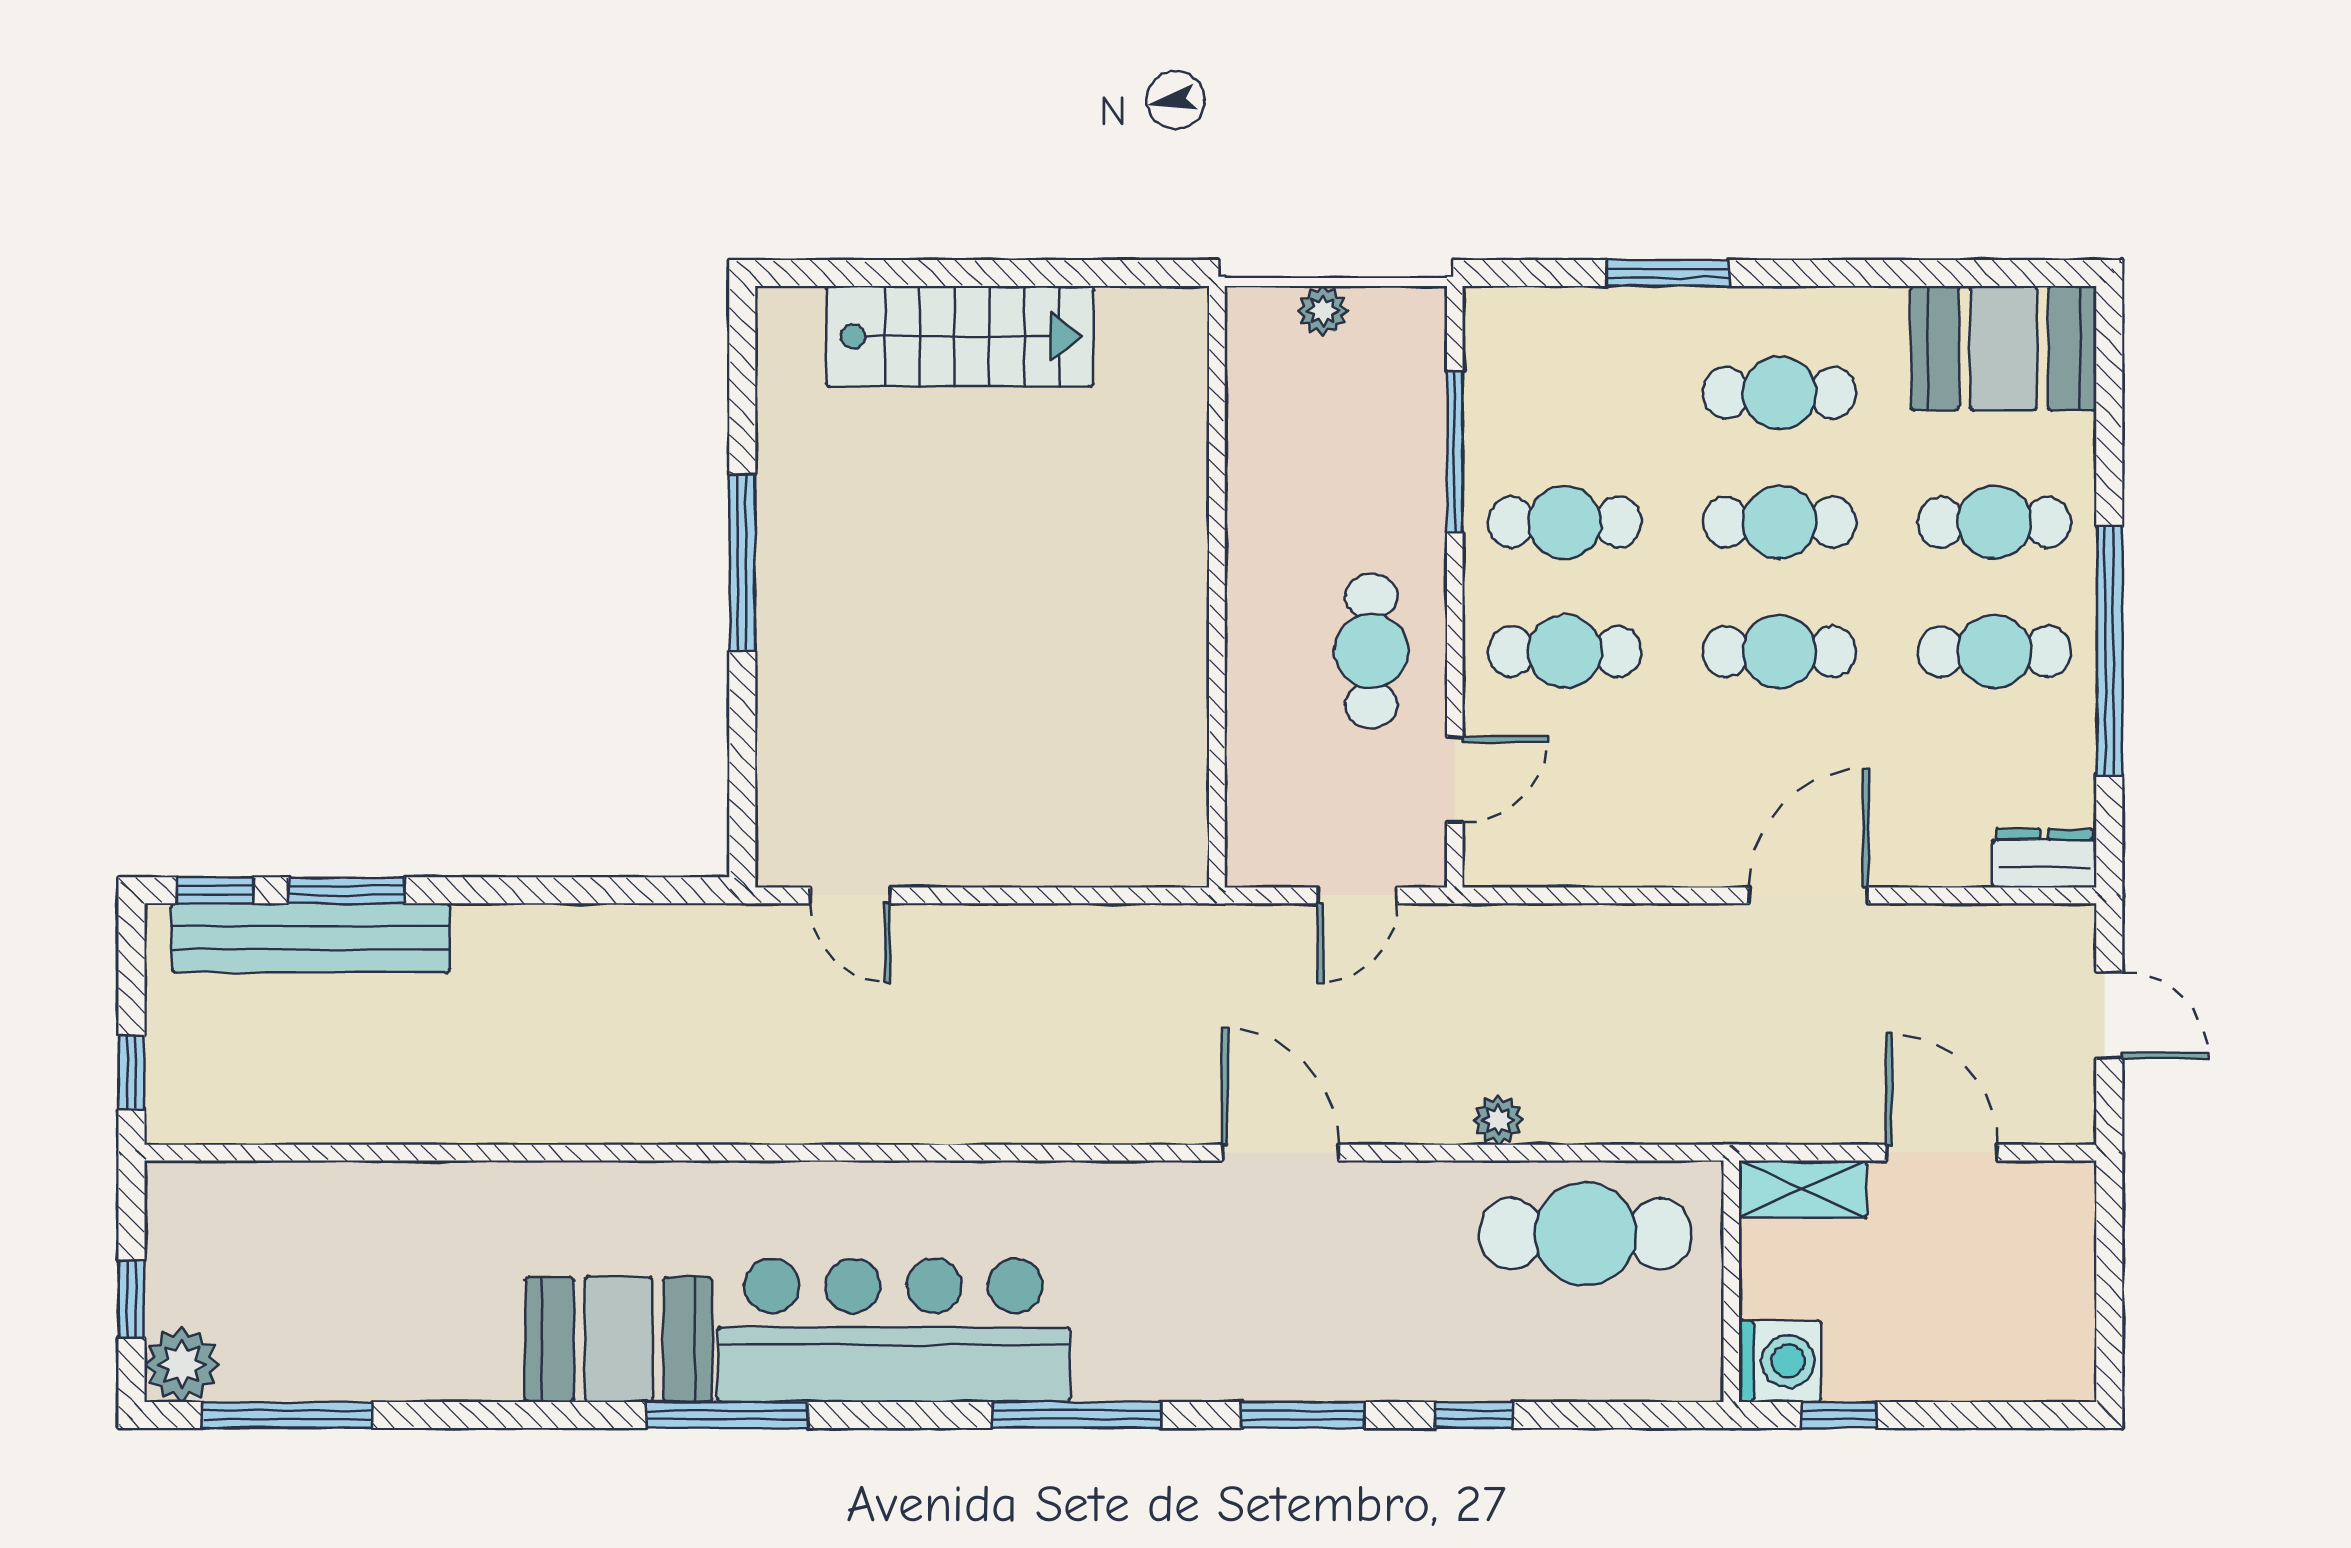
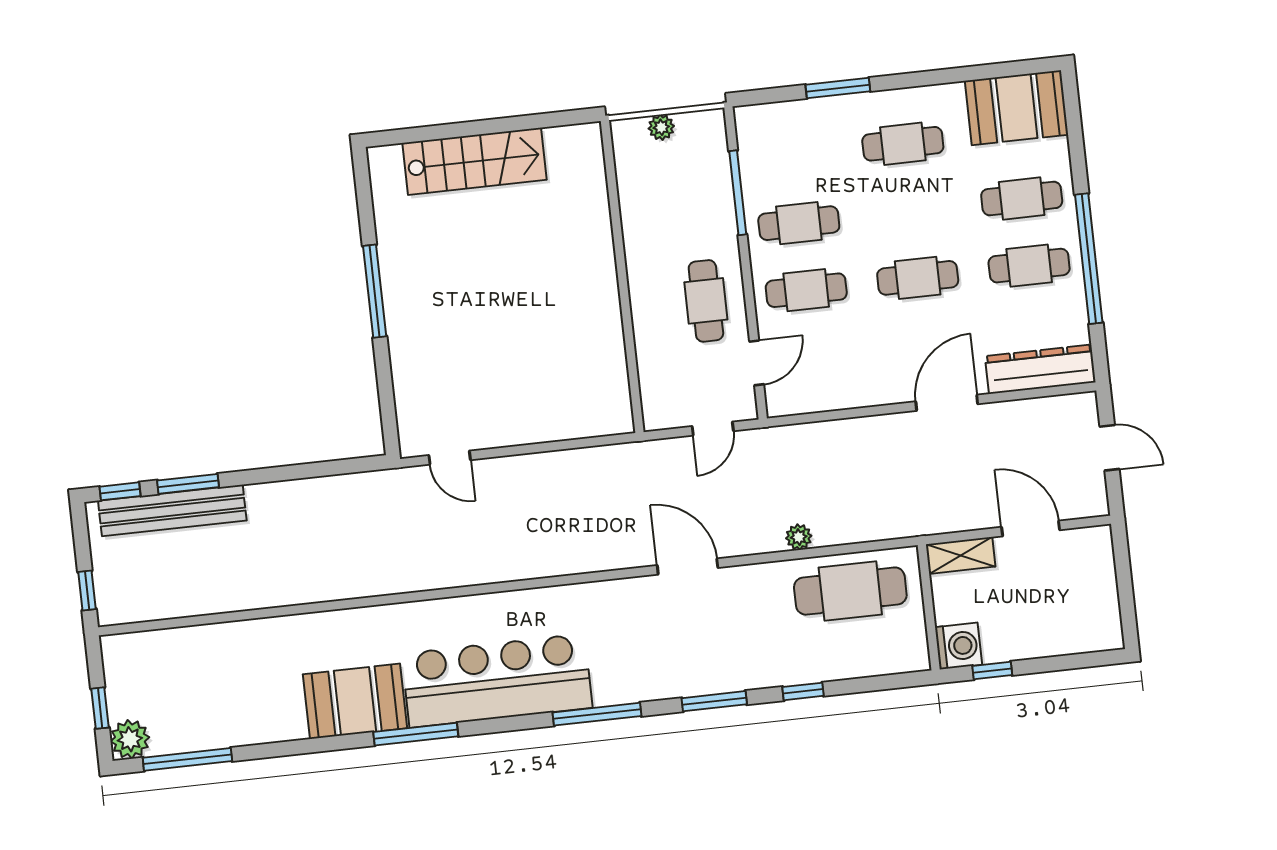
cafe table: (1779, 522) -> (910, 211), removed
dresser: (2044, 858) -> (1040, 369), width x1.96, depth x1.24

